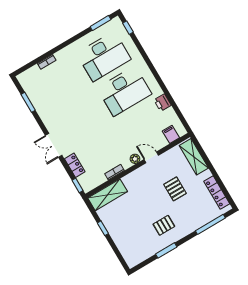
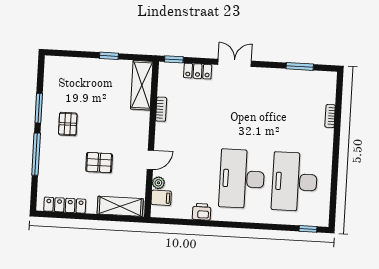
window: (101, 23) -> (333, 203), removed
plant: (135, 159) -> (158, 183), moved
window: (210, 224) -> (36, 154), moved

